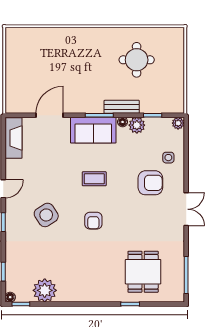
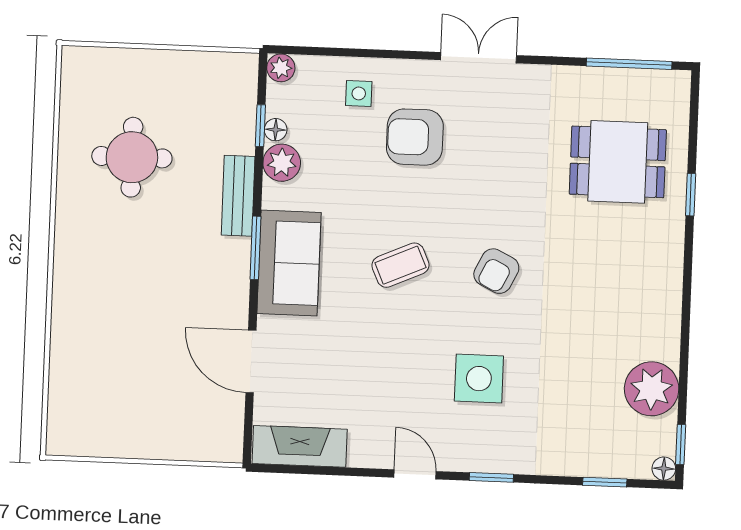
floor lamp: (123, 122) -> (276, 130), moved
coffee table: (94, 179) -> (400, 265), turned 66
armchair: (150, 183) -> (415, 137), turned -90
side table: (46, 215) -> (479, 379), turned 33
armchair: (93, 221) -> (496, 271), turned 116

